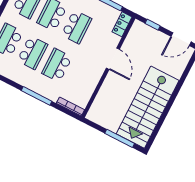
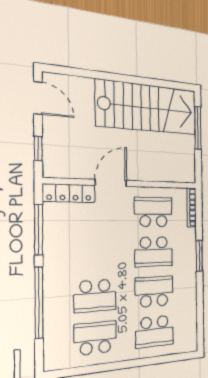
locker: (122, 24) -> (69, 193), width x1.53
school desk: (76, 27) -> (153, 212), moved
window: (37, 96) -> (199, 256), width x0.69

